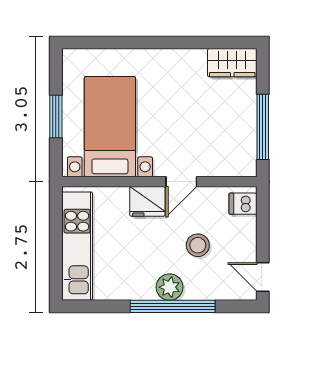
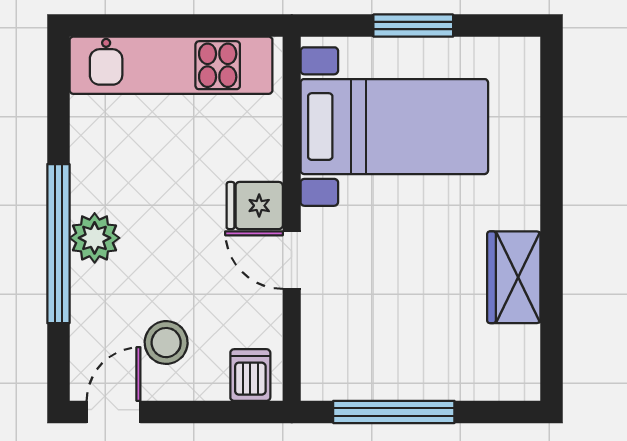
wardrobe: (232, 63) -> (514, 277), moved
fridge: (147, 201) -> (255, 206), width x0.72
stool: (198, 245) -> (166, 343), moved

